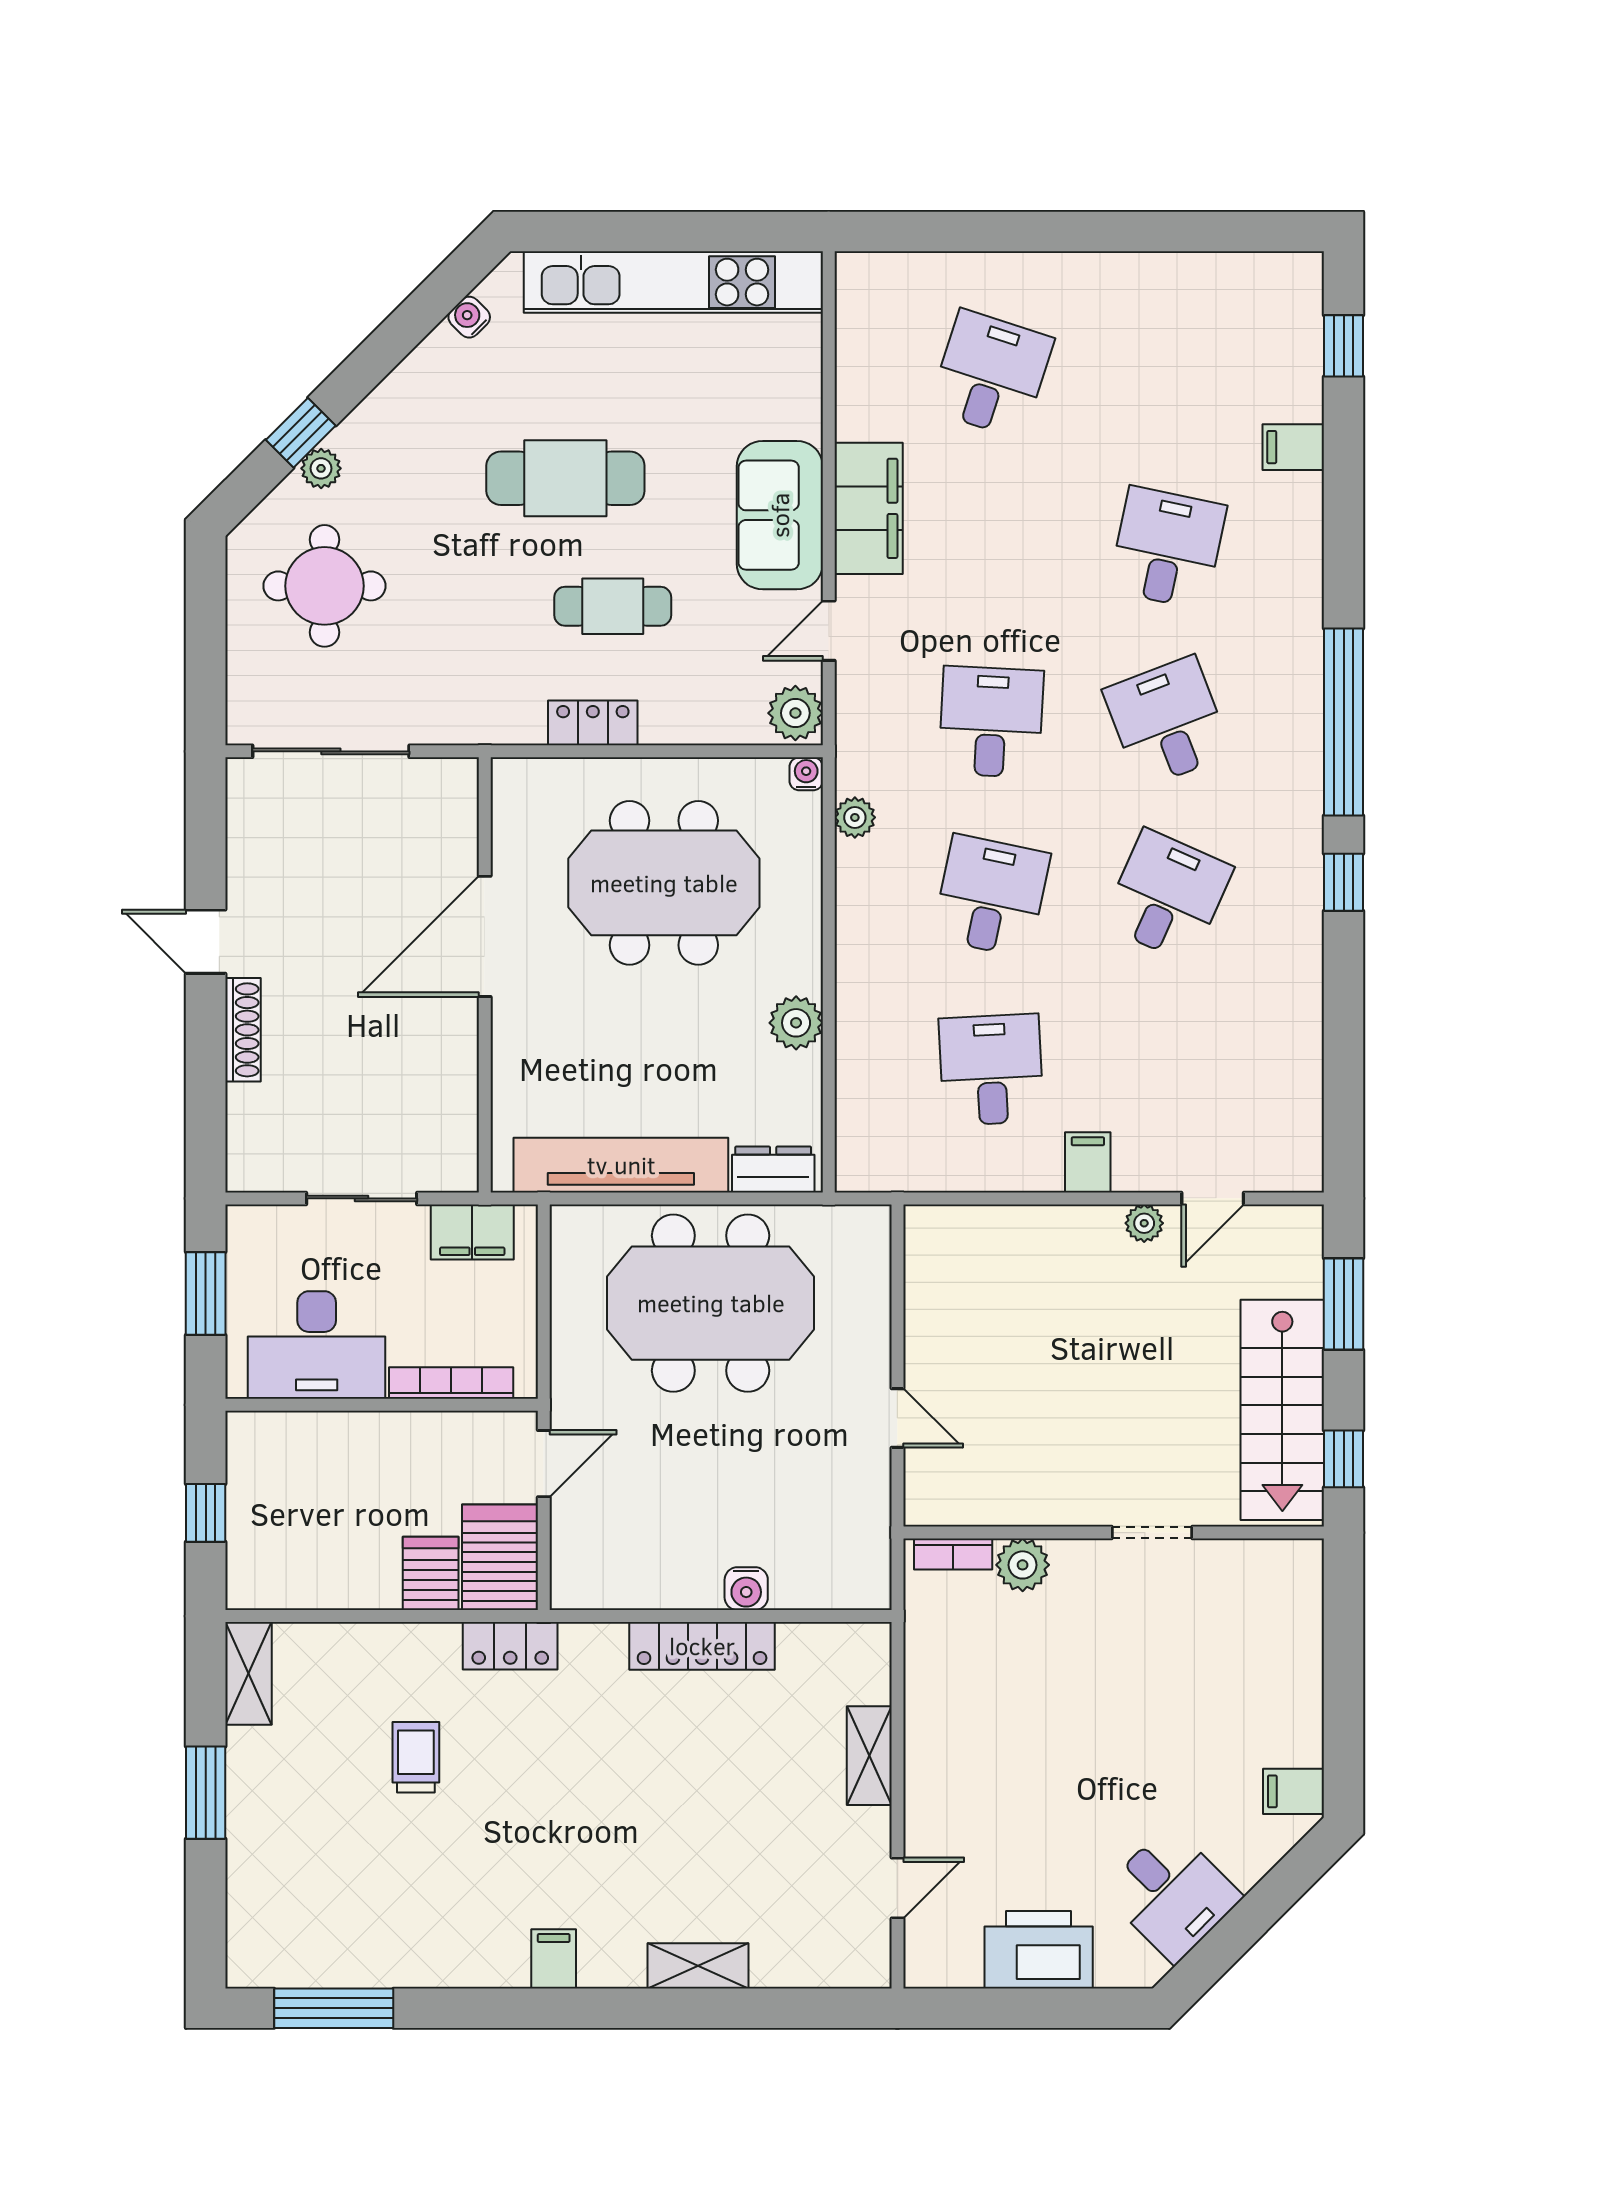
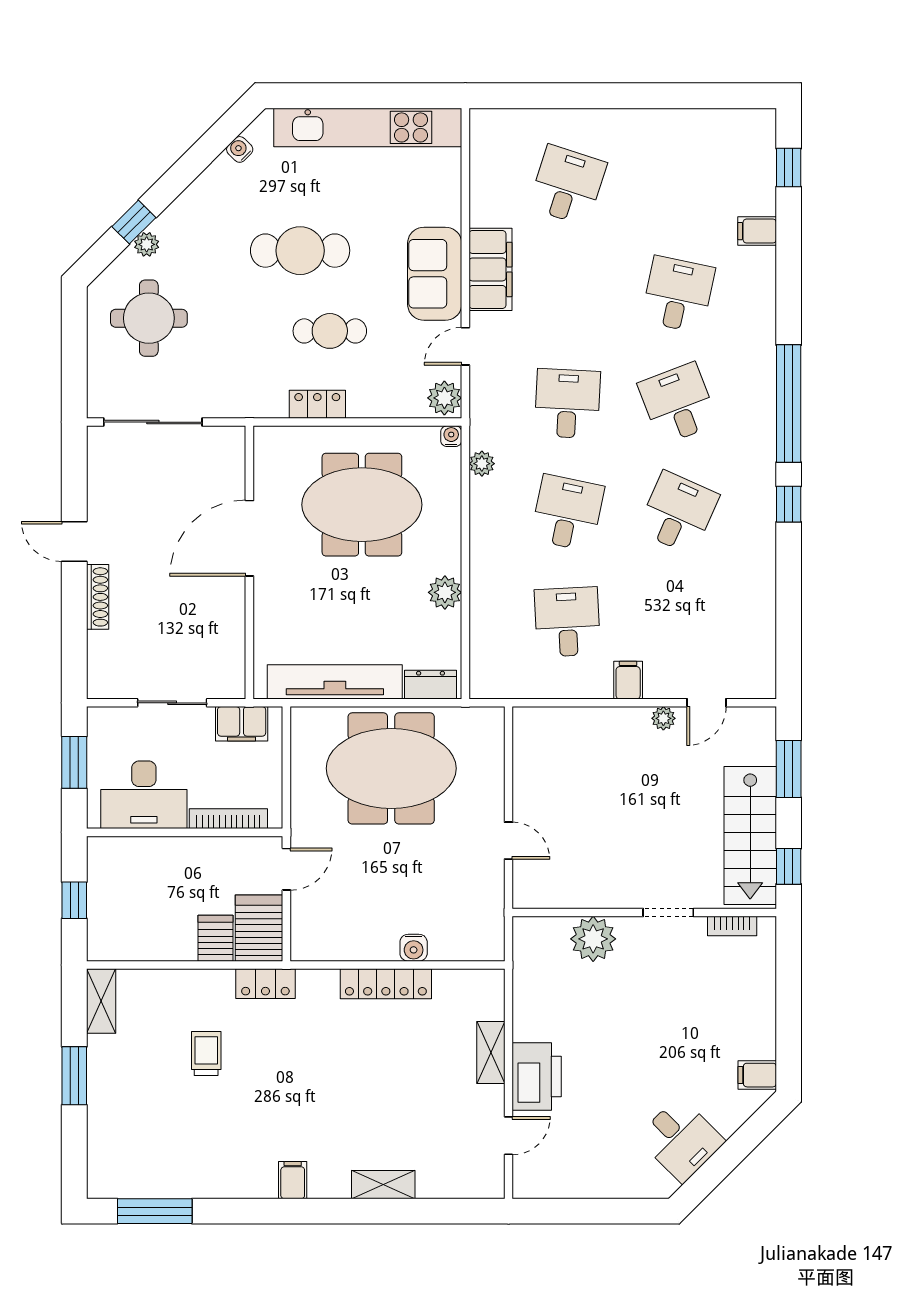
bookcase: (953, 1554) -> (732, 926), moved
plant: (1023, 1565) -> (593, 939), width x1.36, depth x1.36
printer: (1039, 1950) -> (537, 1076), moved, turned 90

